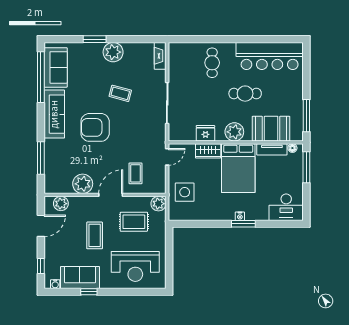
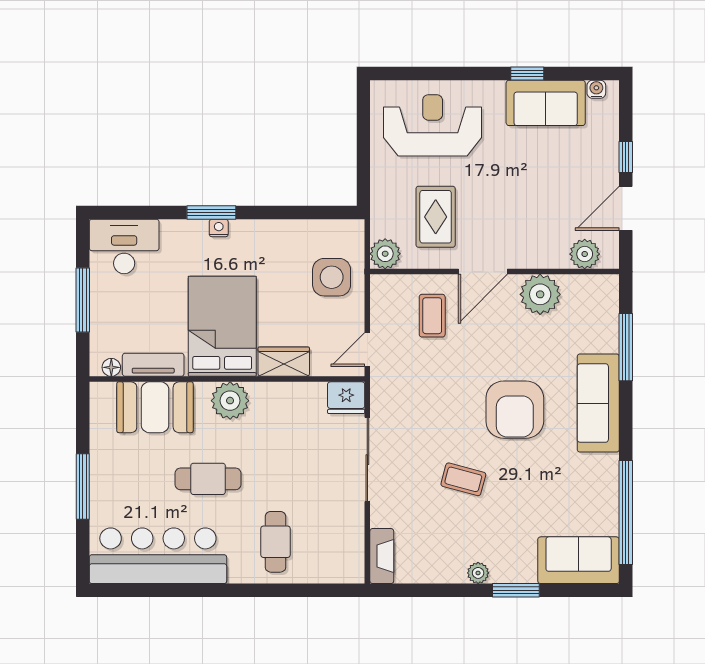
plant: (113, 52) -> (478, 573), width x0.53, depth x0.53
sofa: (56, 67) -> (579, 560), moved, turned 90
sofa: (54, 114) -> (598, 403), moved
window: (306, 116) -> (83, 487), moved
armchair: (95, 127) -> (515, 410), turned 90
fridge: (205, 133) -> (346, 398), moved
window: (306, 167) -> (83, 300), moved
rug: (134, 222) -> (436, 217), turned 90
coffee table: (95, 235) -> (516, 189), removed
window: (41, 266) -> (626, 157), moved

